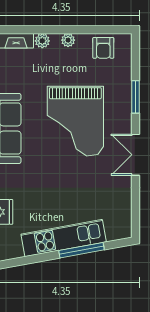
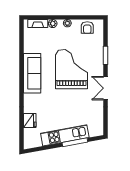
grand piano: (75, 121) -> (71, 69), turned 180

